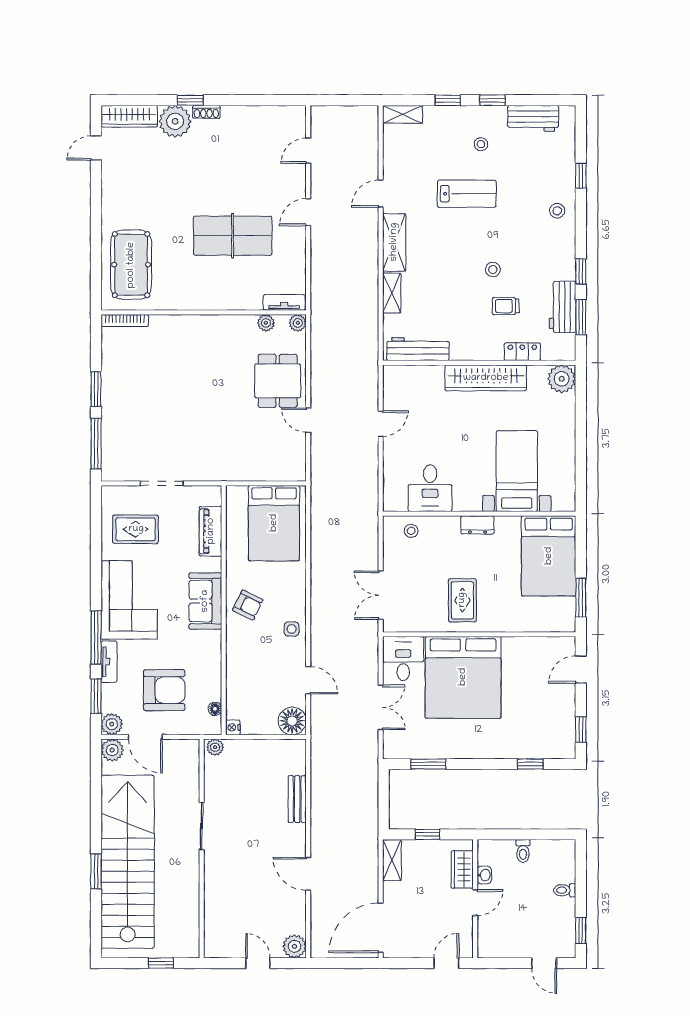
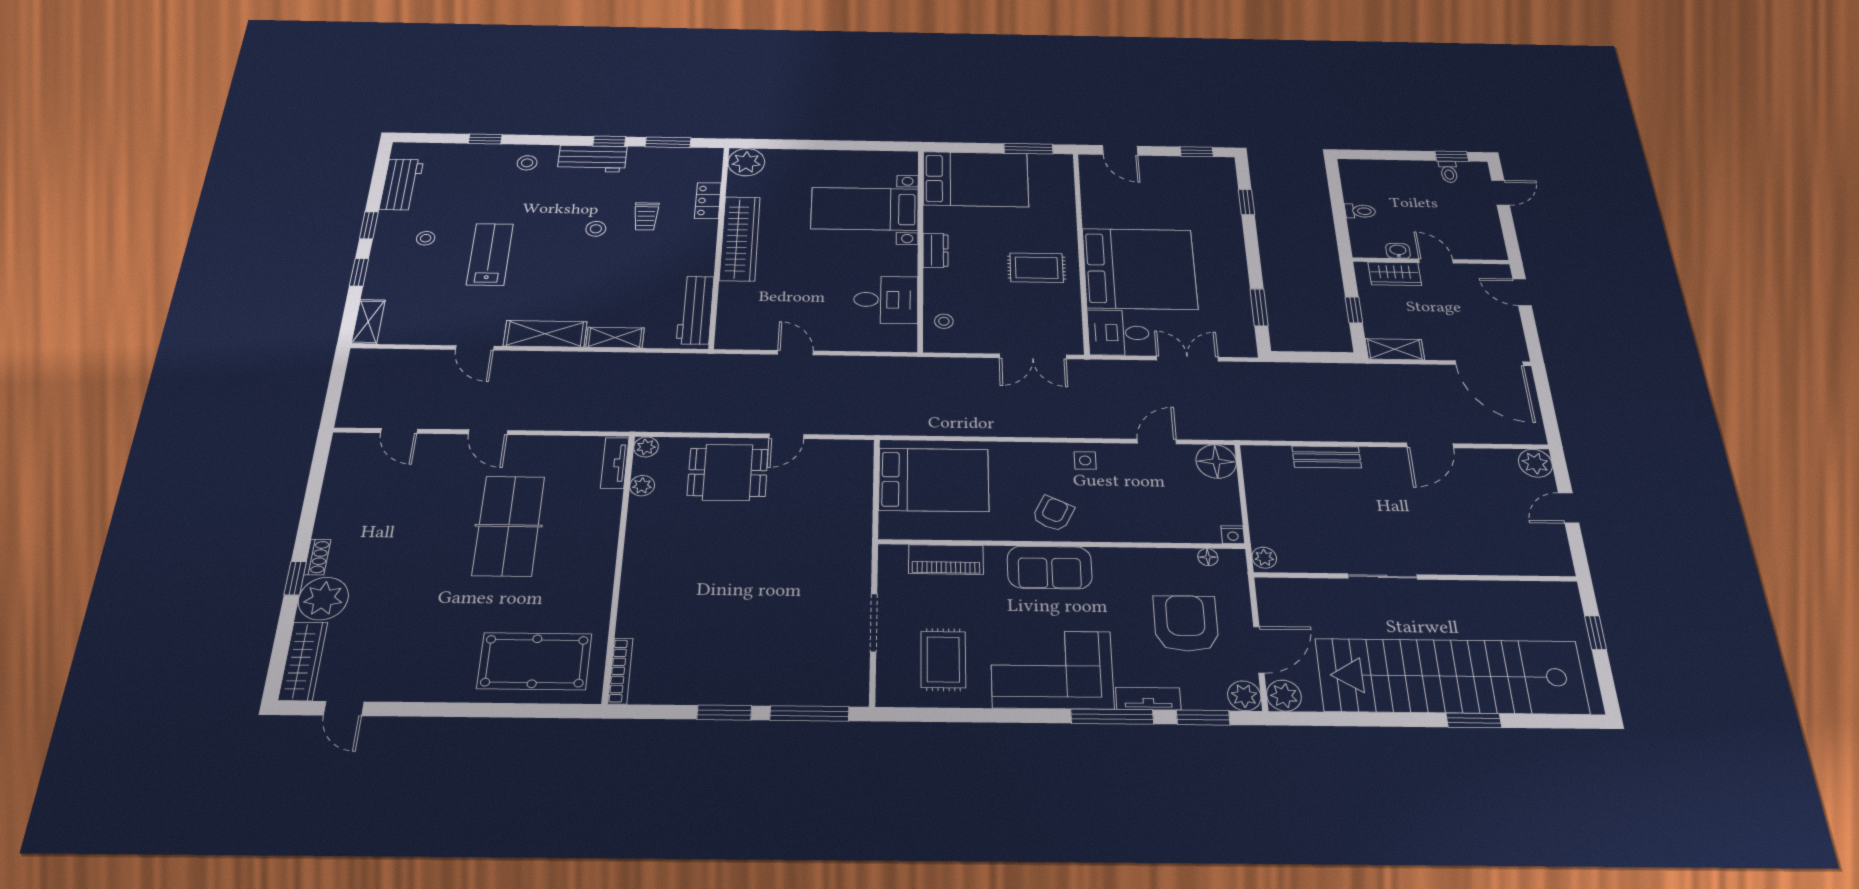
workbench: (562, 307) -> (592, 159), moved
toilet: (565, 890) -> (1449, 172), moved

